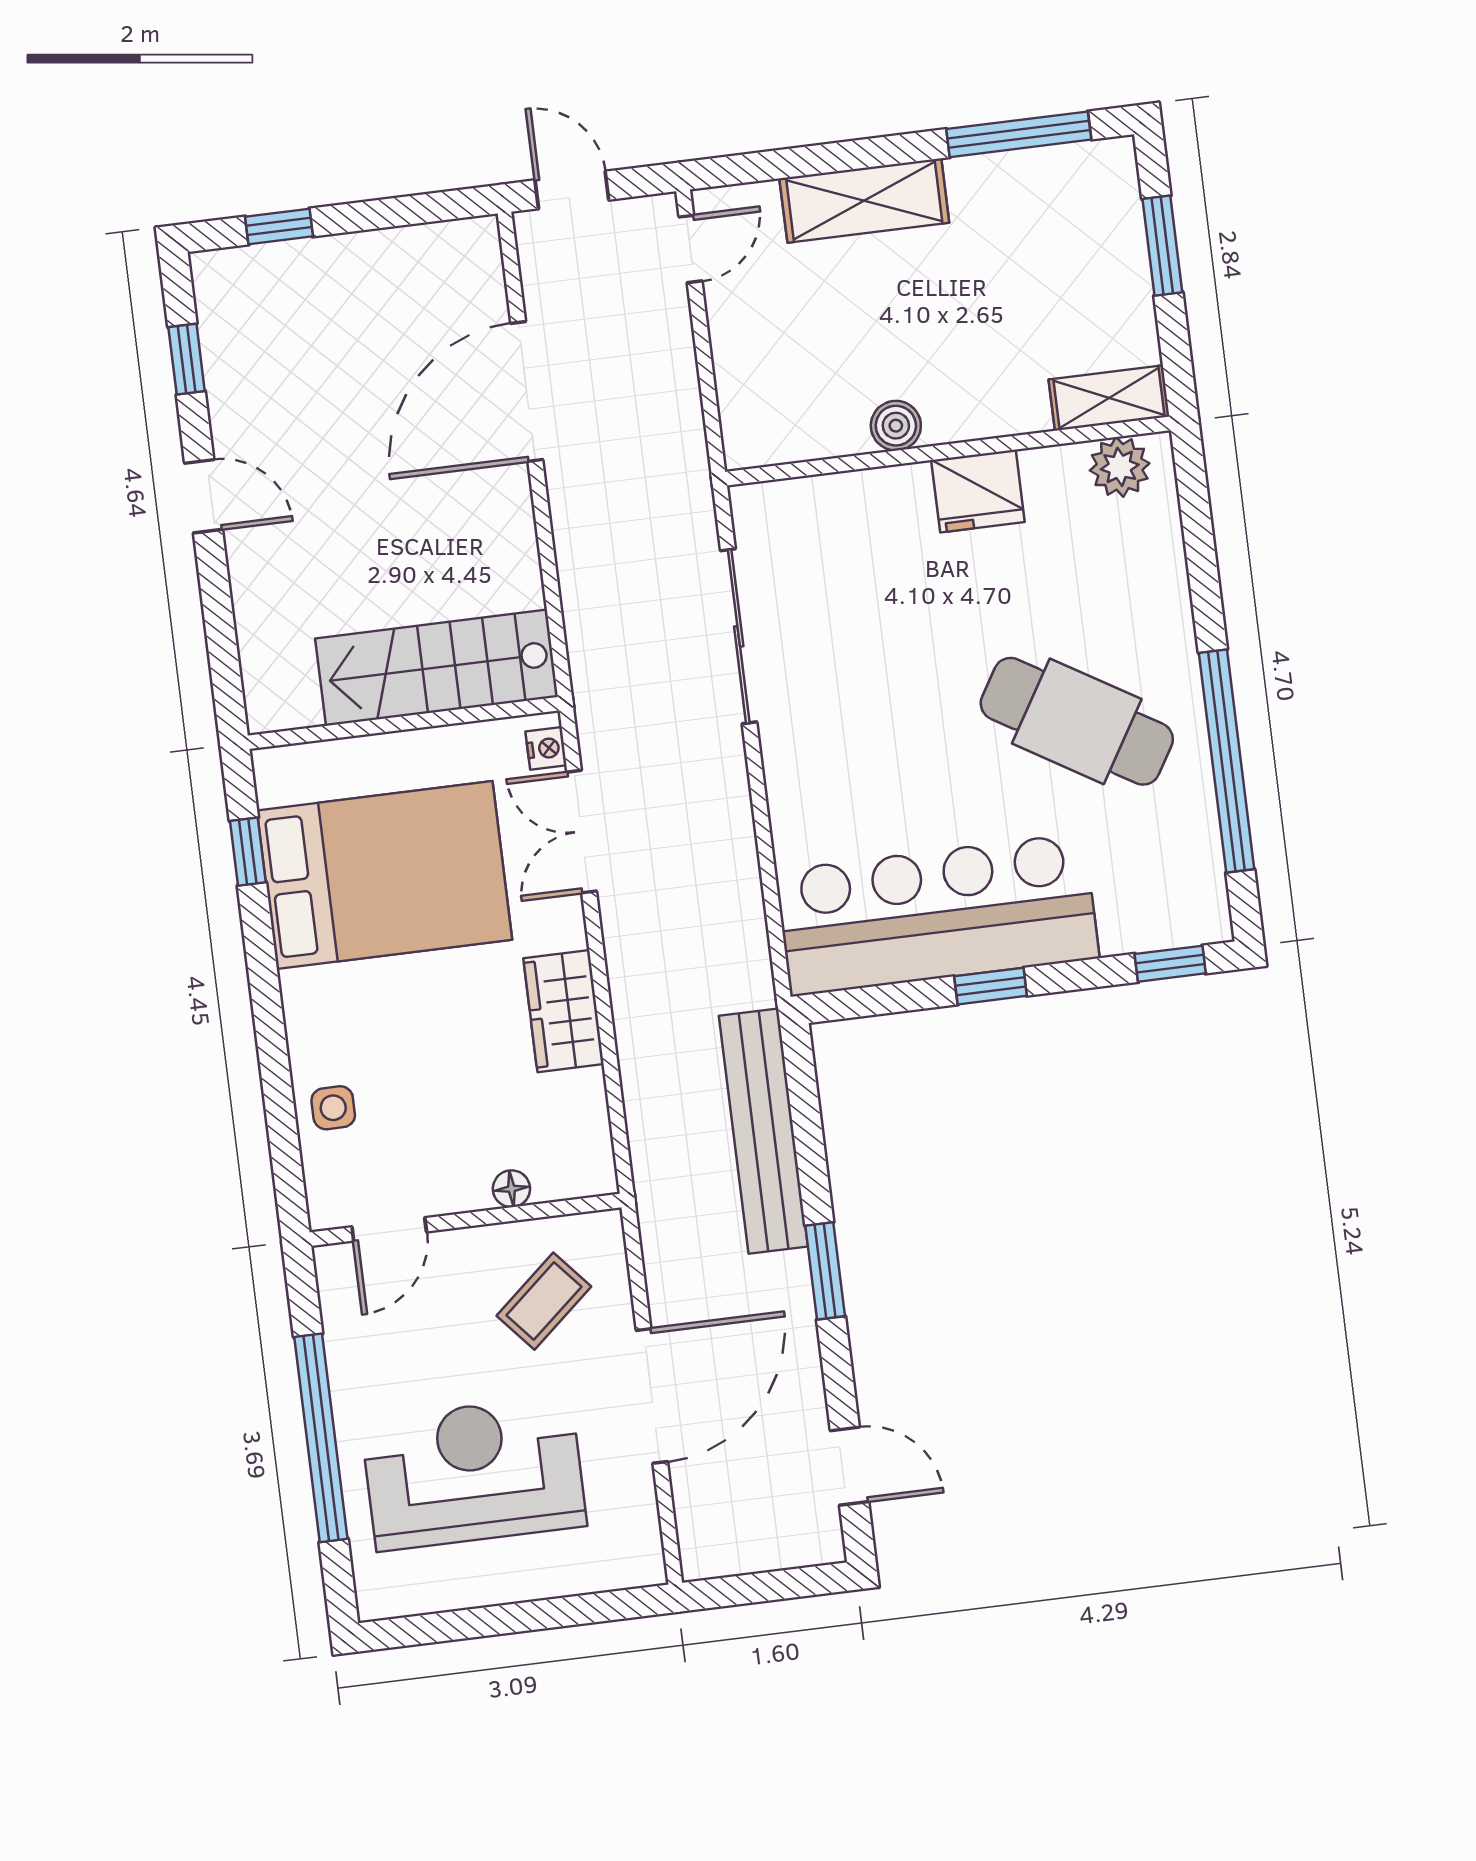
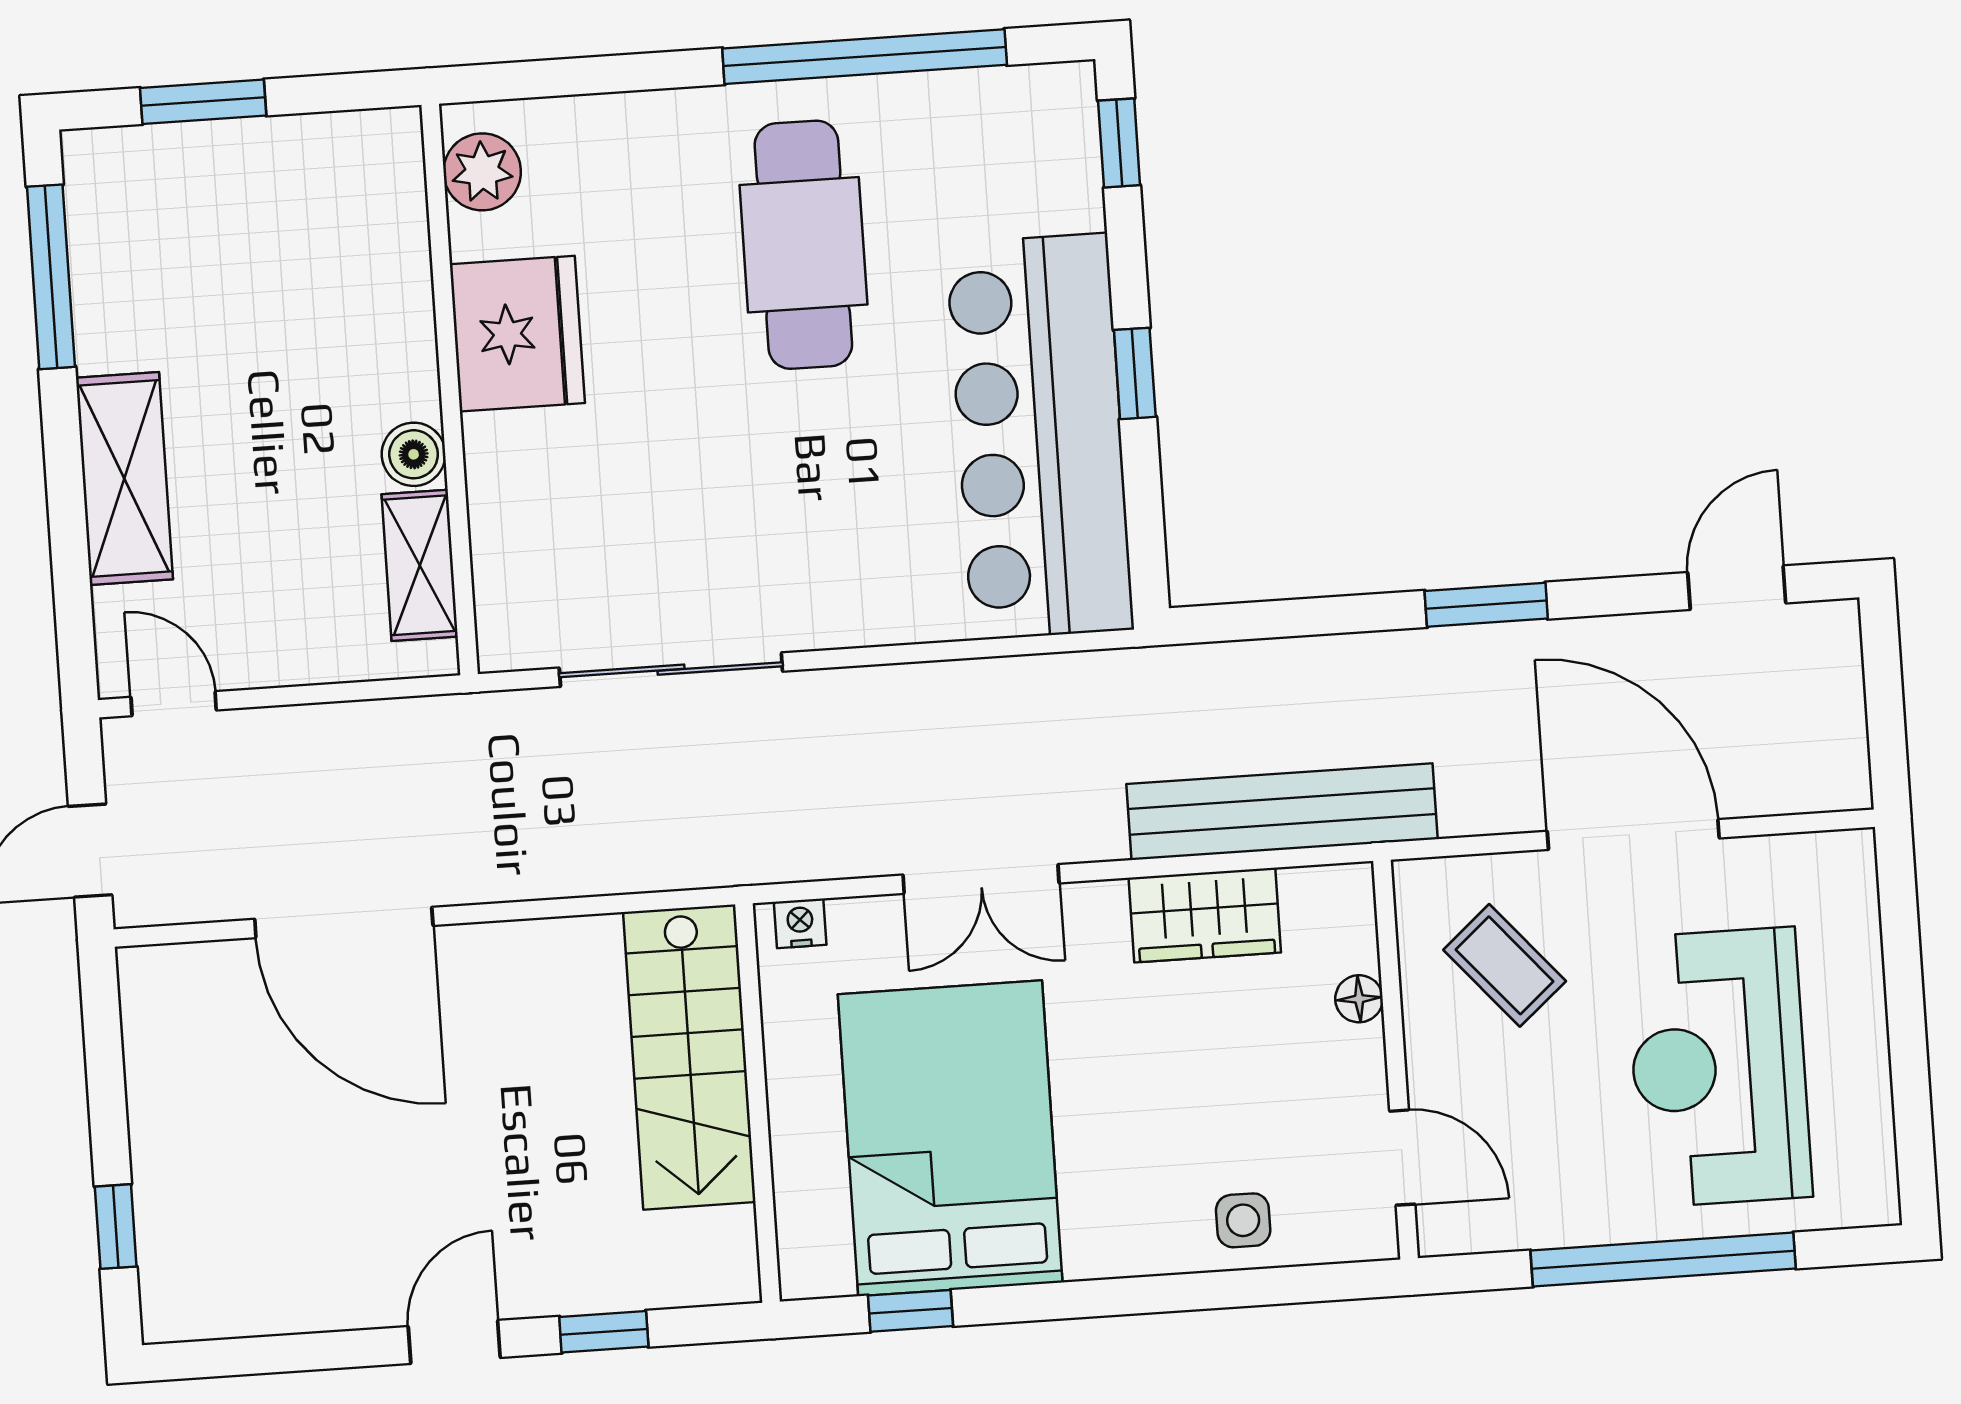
window: (187, 359) -> (604, 1332), moved
shelving: (1109, 398) -> (420, 565), moved
fridge: (978, 491) -> (517, 334), width x1.36, depth x1.34
cafe table: (1077, 721) -> (803, 245), turned -31
double door: (582, 832) -> (981, 879), moved
wardrobe: (564, 1011) -> (1205, 915), moved
bench: (763, 1131) -> (1282, 812), moved

